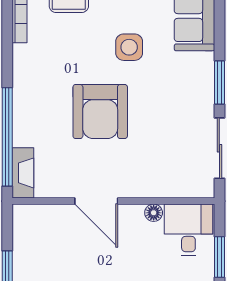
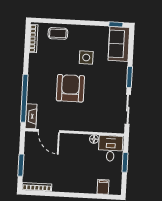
armchair: (100, 112) -> (70, 88), turned 180
door: (96, 201) -> (49, 131), moved

